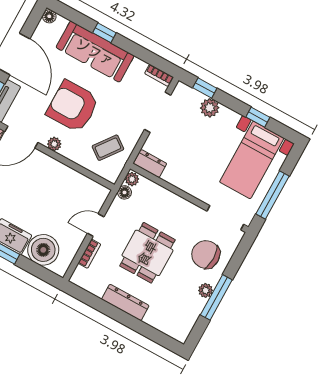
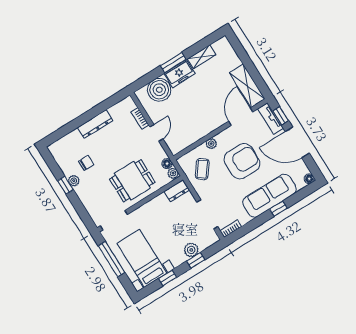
window: (205, 88) -> (196, 260), moved
plant: (54, 144) -> (211, 144), moved
dining table: (147, 253) -> (132, 181), moved, turned 90
chair: (206, 254) -> (86, 163), moved, width x0.54, depth x0.54
window: (216, 297) -> (65, 185), width x0.46

